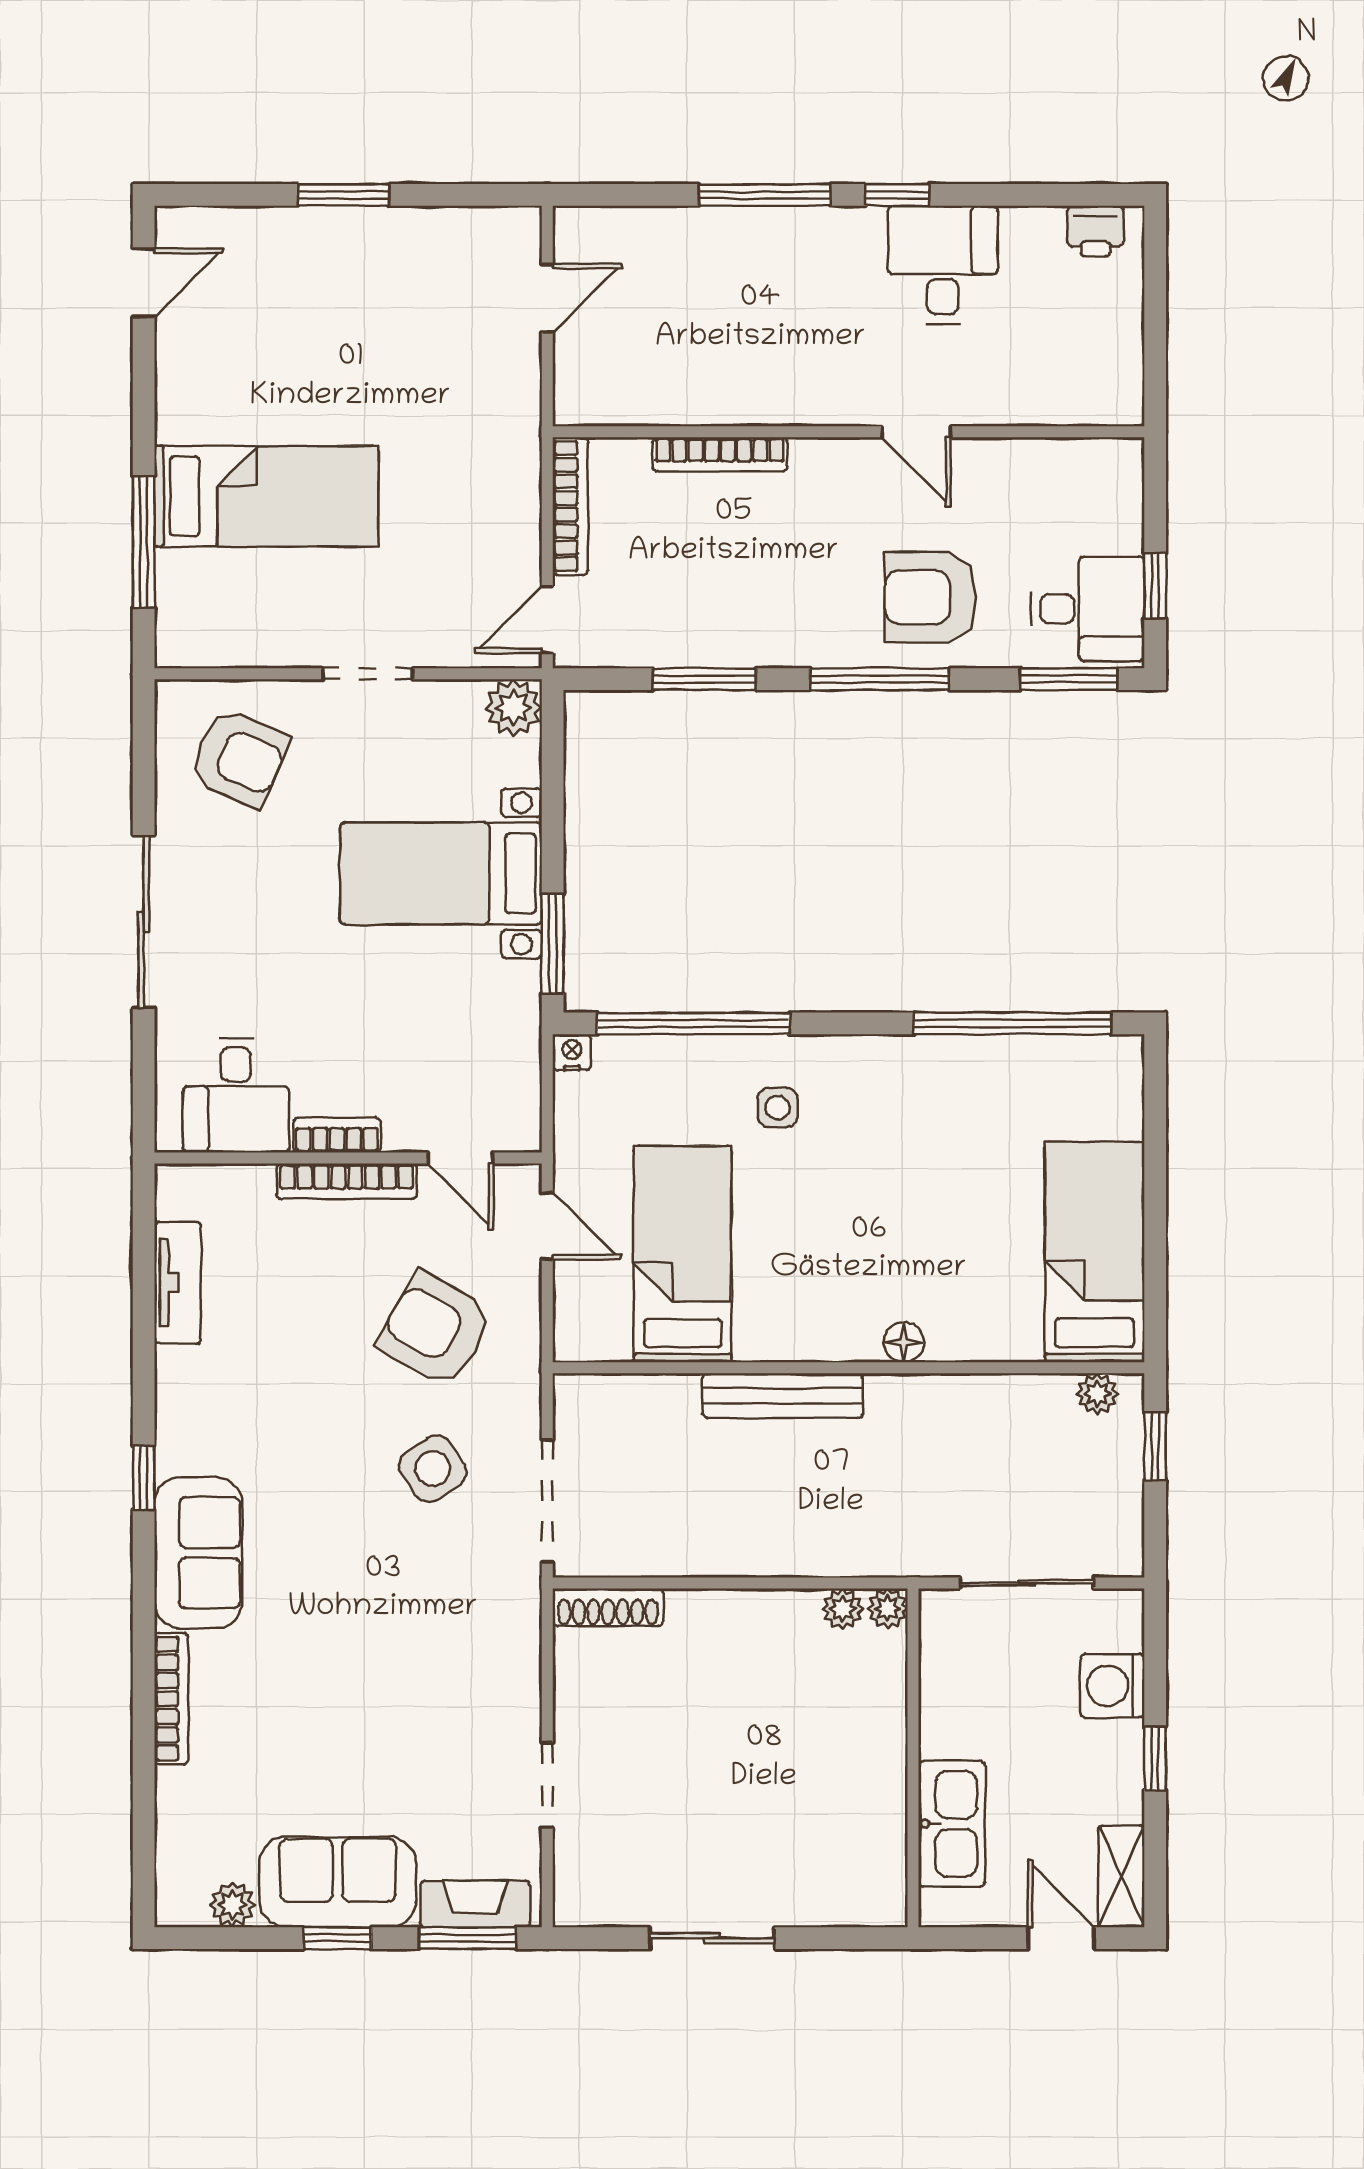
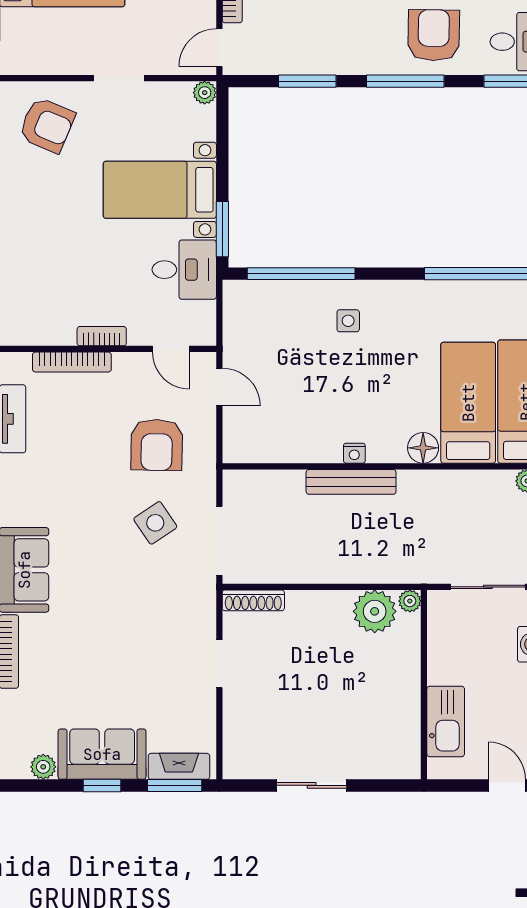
armchair: (930, 597) -> (434, 35), turned 91
plant: (513, 708) -> (205, 93), width x0.73, depth x0.73
nightstand: (572, 1052) -> (354, 453), moved, turned 180
desk: (236, 1095) -> (184, 270), moved, turned -90
bookcase: (347, 1181) -> (72, 362), moved
bed: (683, 1254) -> (468, 403), moved
armchair: (435, 1329) -> (157, 445), turned -119
floor lamp: (904, 1342) -> (423, 448), width x1.37, depth x1.37
plant: (843, 1609) -> (375, 611), width x1.88, depth x1.88
doorway: (547, 1785) -> (219, 664), moved

